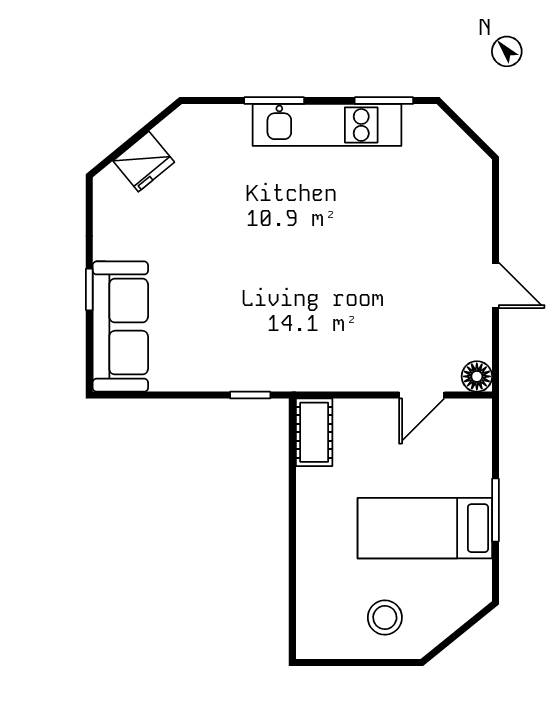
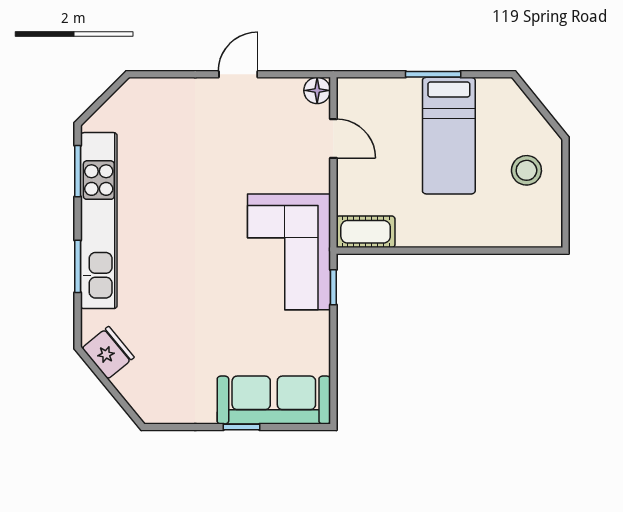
kitchen unit: (327, 125) -> (99, 221), width x1.36
fridge: (144, 161) -> (108, 353), moved
corner sofa: (291, 344) -> (289, 252), added

